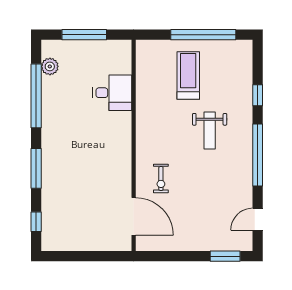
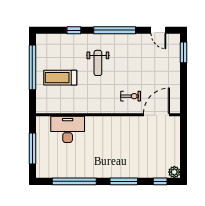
plant: (50, 66) -> (174, 172), moved
desk: (112, 93) -> (68, 129), width x1.37
weight bench: (210, 131) -> (98, 63), turned 90

